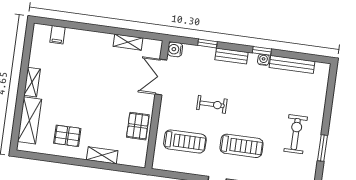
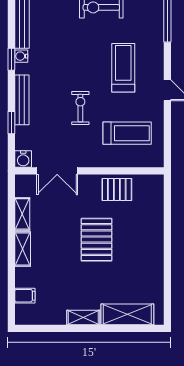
bench: (232, 56) -> (22, 100), width x1.36
pallet: (67, 136) -> (96, 240), moved, width x1.50, depth x1.42
treadmill: (185, 141) -> (127, 133), turned 90
shelving: (102, 155) -> (23, 249), moved

